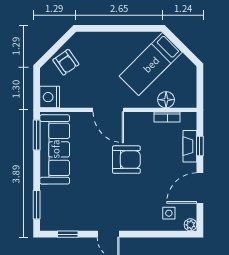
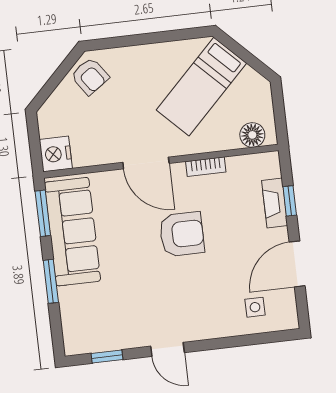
armchair: (66, 62) -> (90, 76), moved
floor lamp: (166, 100) -> (252, 135), moved
bookcase: (167, 117) -> (206, 167), moved
window: (37, 205) -> (51, 281), moved
plant: (190, 225) -> (289, 321), removed

